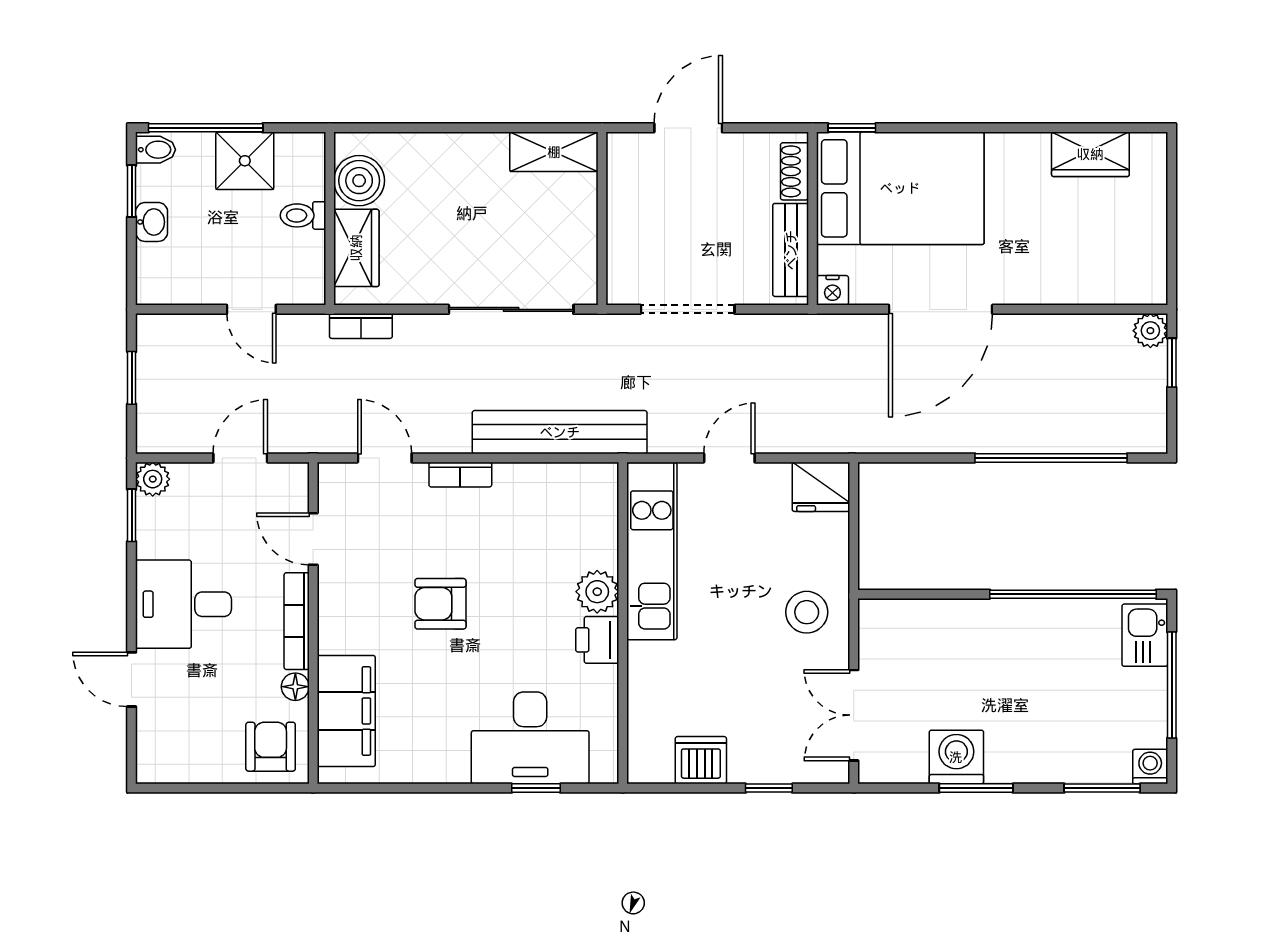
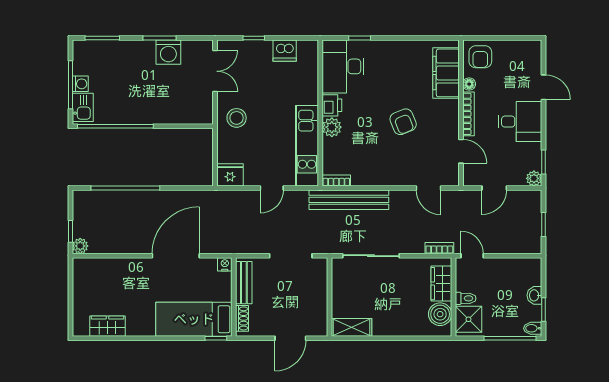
shower: (245, 161) -> (468, 319), moved
bed: (900, 188) -> (194, 319), width x0.67
door: (251, 309) -> (472, 256), moved
bookcase: (460, 475) -> (336, 181), moved
armchair: (440, 604) -> (403, 122), turned 68
desk: (530, 738) -> (343, 66), moved, turned -90
washing machine: (1150, 767) -> (80, 84), moved, turned -90

